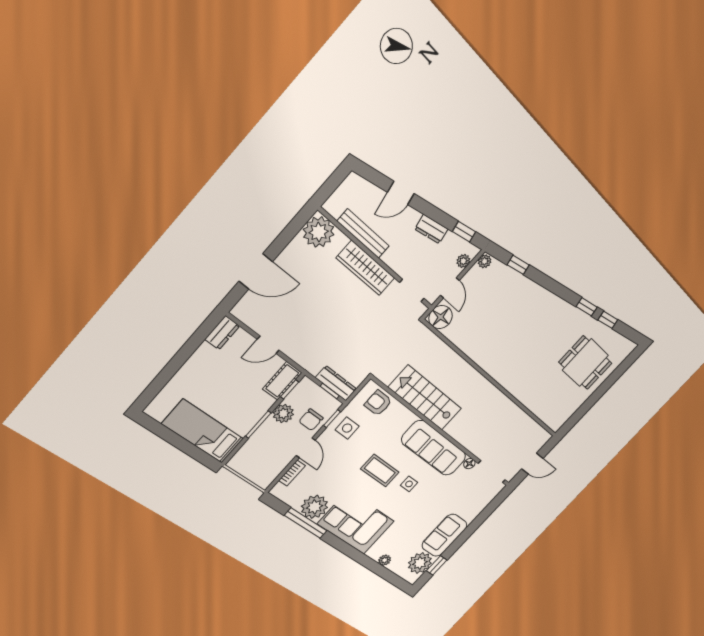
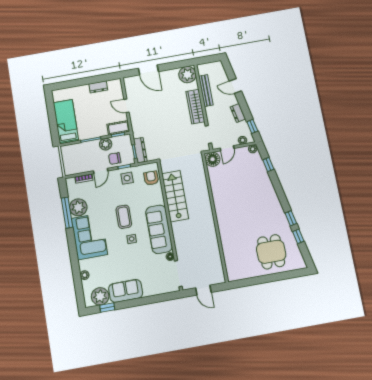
dresser: (222, 333) -> (98, 87), moved

